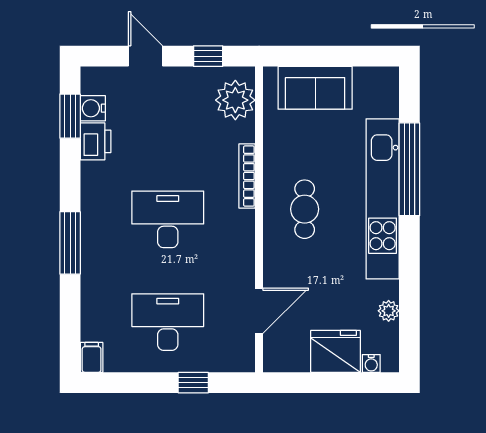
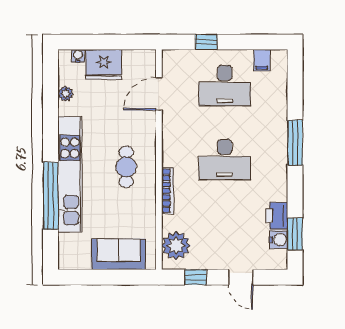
filing cabinet: (92, 357) -> (262, 60), moved

